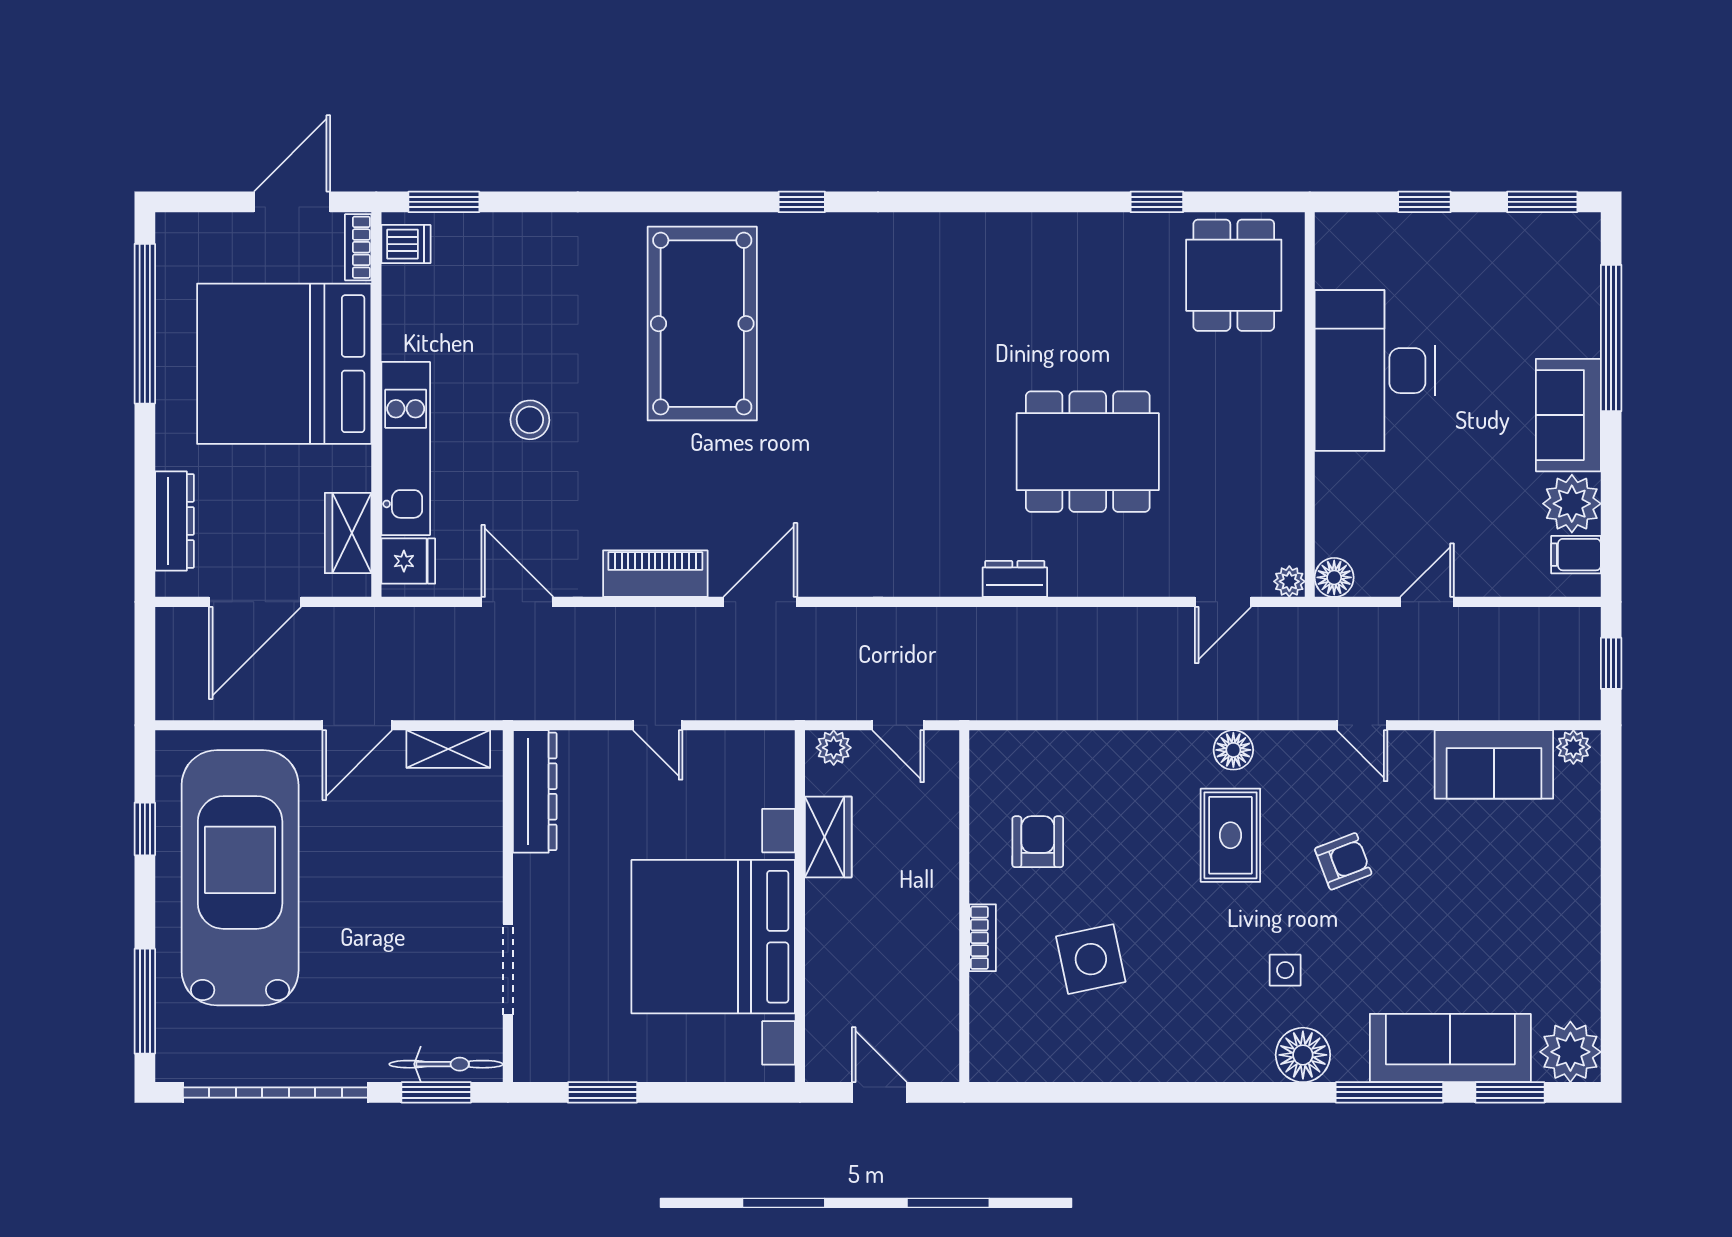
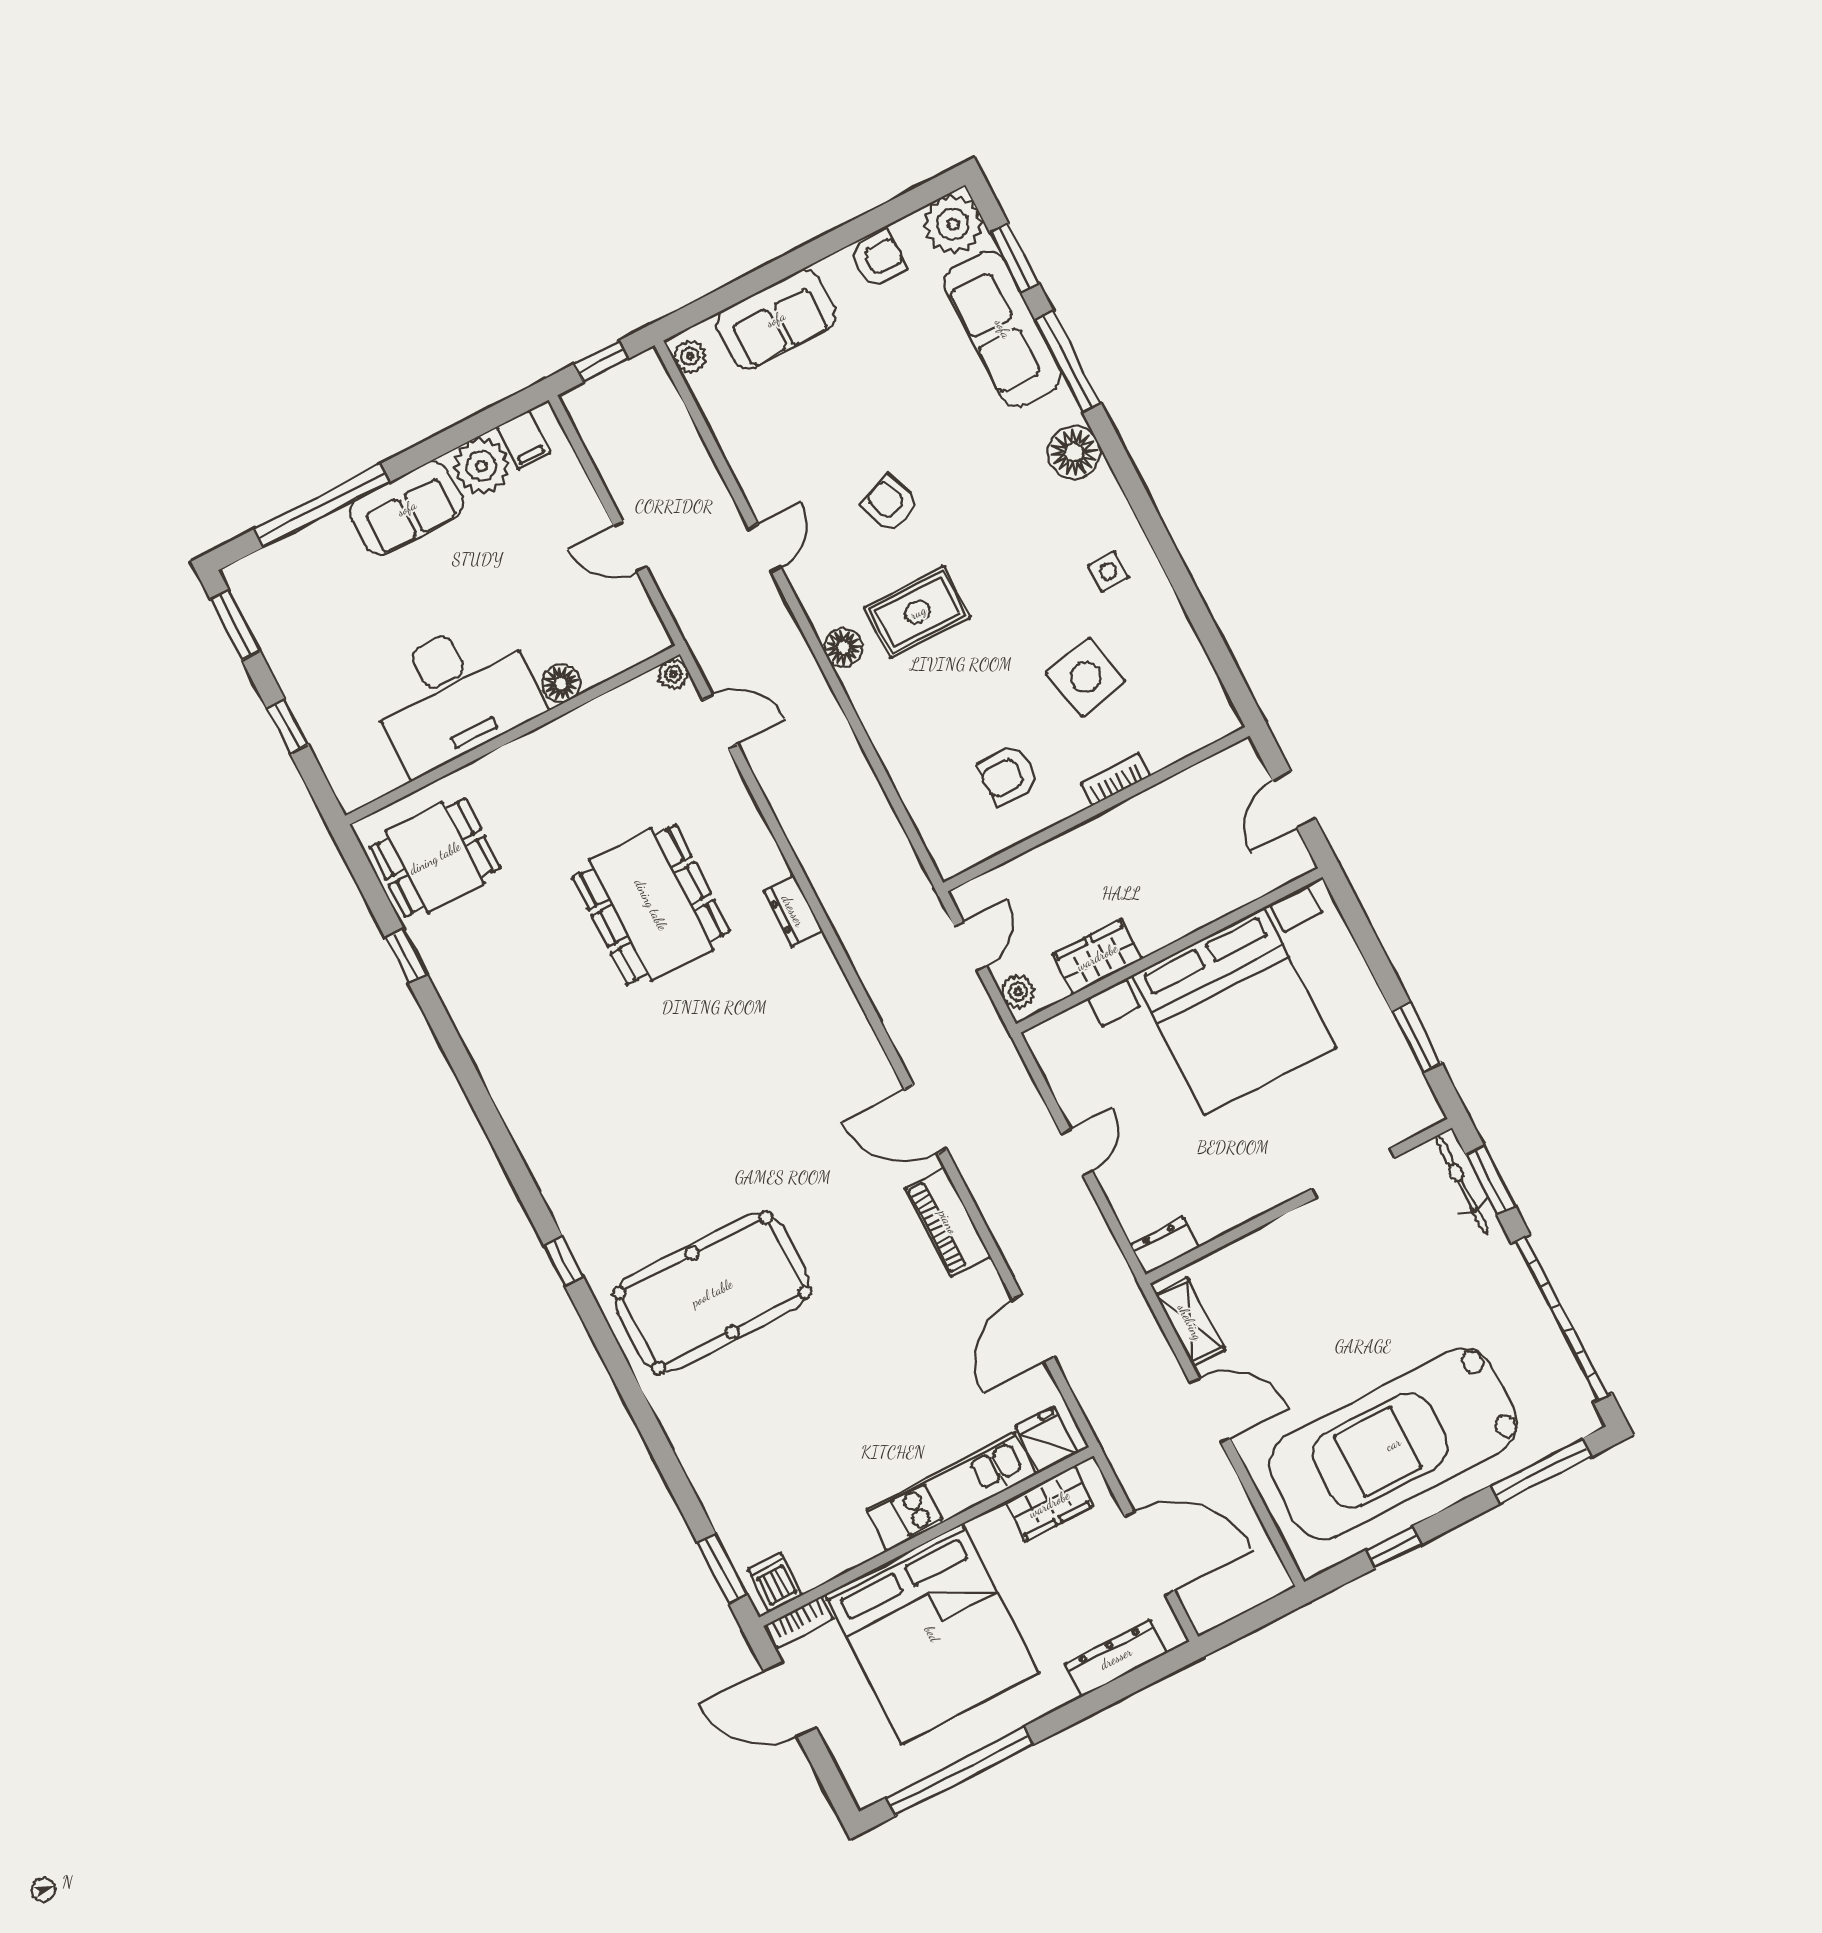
stool: (530, 420) -> (871, 1398), removed
floor lamp: (1334, 577) -> (561, 683), moved
sofa: (1494, 764) -> (776, 319), moved, turned 90
dresser: (535, 791) -> (1164, 1246), width x0.51, depth x0.80
armchair: (1574, 966) -> (878, 259), added
side table: (1285, 970) -> (1108, 572), moved

